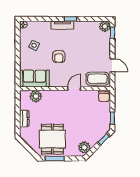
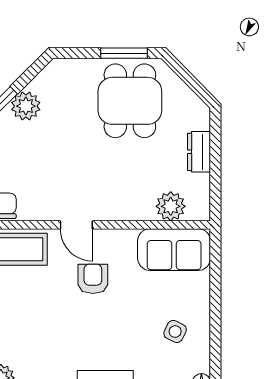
armchair: (59, 57) -> (93, 279), moved
door: (74, 89) -> (76, 225), hinge flipped
plant: (84, 147) -> (26, 106), moved

